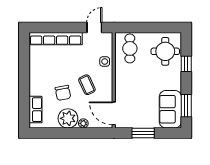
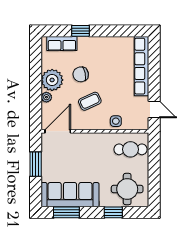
window: (24, 93) -> (81, 31), added
sofa: (170, 109) -> (70, 195), width x1.36

